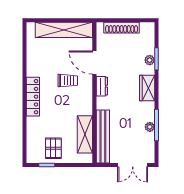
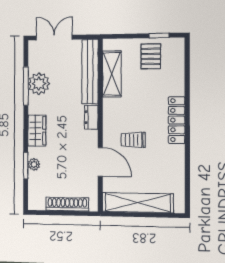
dresser: (102, 86) -> (91, 117), moved
plant: (150, 127) -> (39, 84), width x1.87, depth x1.87

